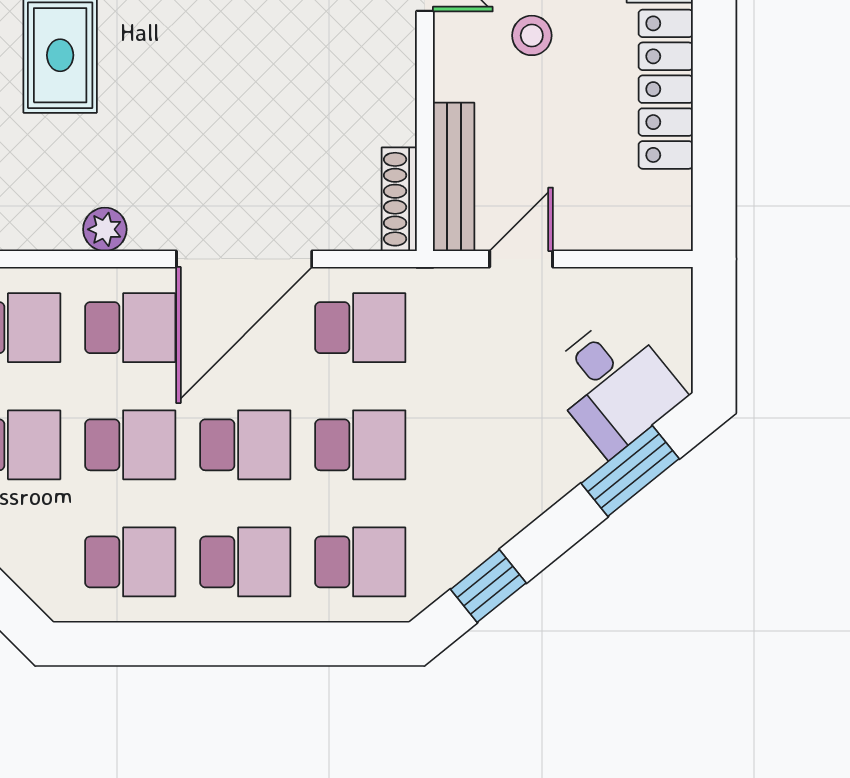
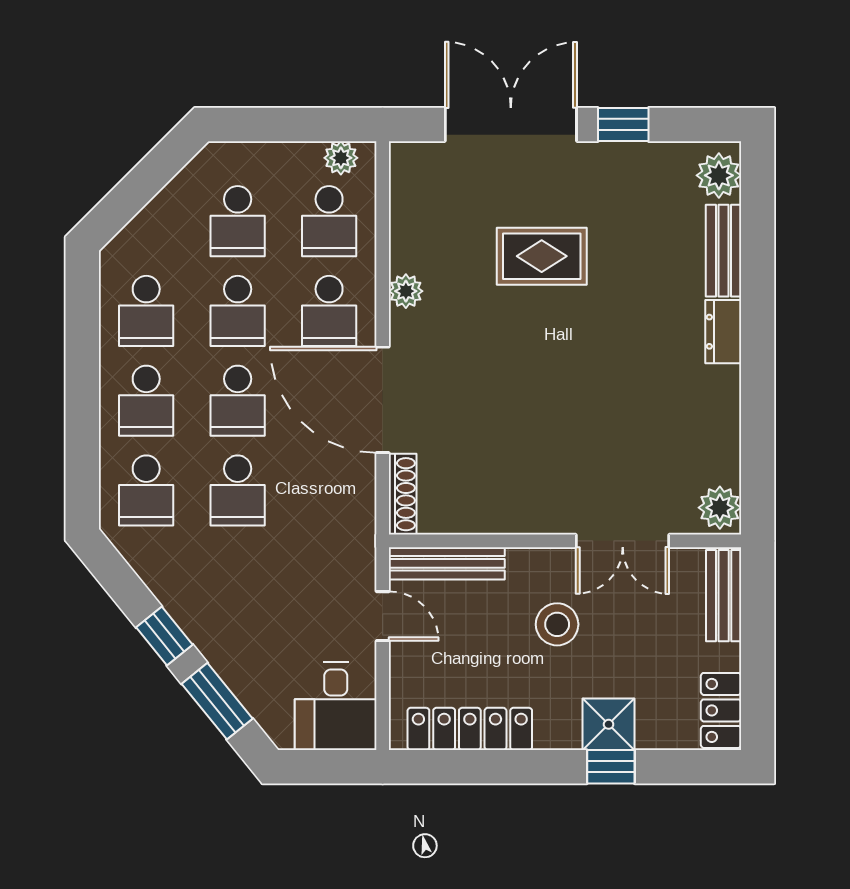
stool: (532, 35) -> (557, 624), width x1.37, depth x1.37
locker: (666, 89) -> (470, 729), moved
shoe rack: (399, 199) -> (403, 494), moved, turned 90
school desk: (360, 328) -> (329, 491), removed
desk: (614, 385) -> (336, 706), moved, turned -51
window: (488, 586) -> (164, 636), moved

